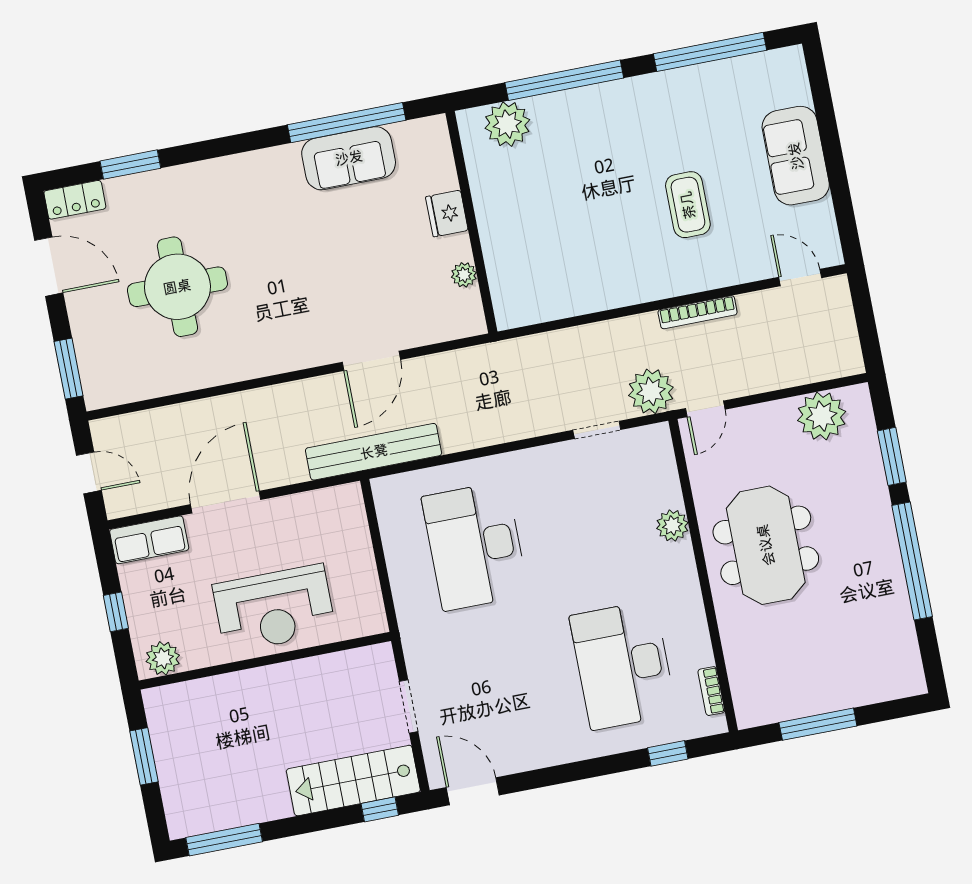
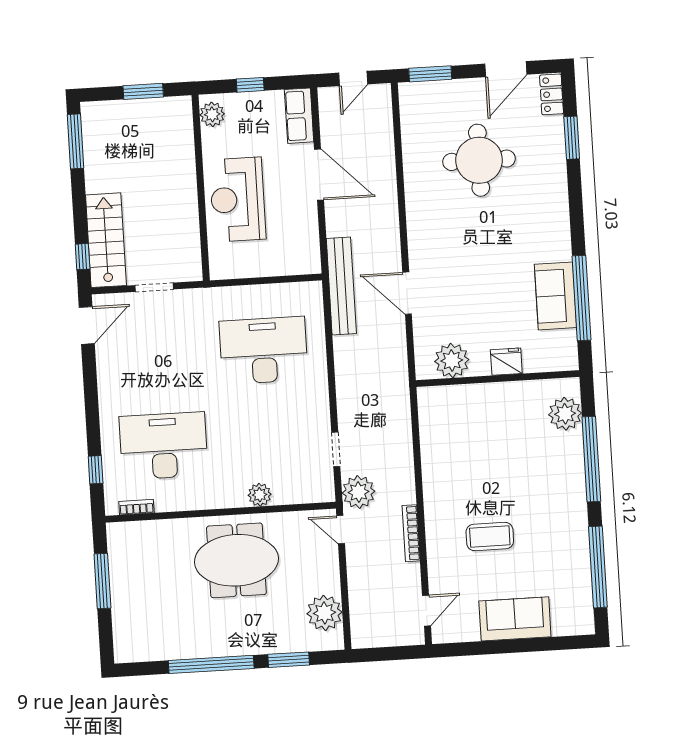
plant: (464, 275) -> (452, 360), width x1.88, depth x1.88

